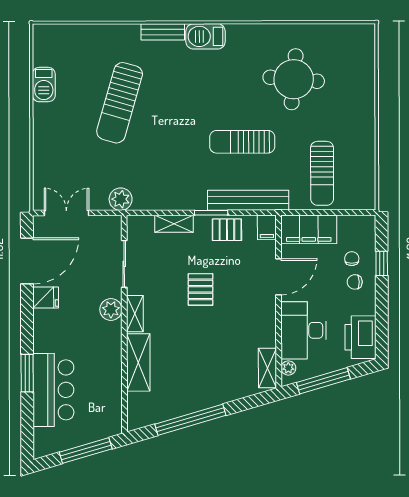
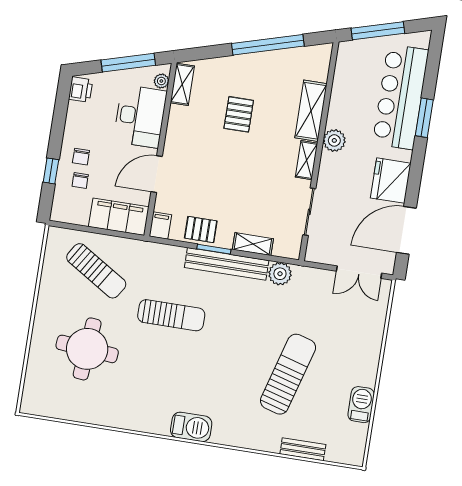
bench: (163, 32) -> (303, 449), moved
round table: (294, 79) -> (87, 349), moved
sun lounger: (322, 173) -> (96, 271), turned 122
plant: (121, 199) -> (280, 274), moved
bench: (248, 200) -> (227, 264), moved
chair: (355, 282) -> (81, 157), turned 90
pallet: (200, 289) -> (239, 114), moved
fridge: (46, 297) -> (391, 181), width x1.88, depth x1.34
plant: (111, 309) -> (334, 140), moved
printer: (361, 337) -> (81, 90), width x0.53, depth x0.68
bar counter: (53, 390) -> (401, 97), width x1.36

